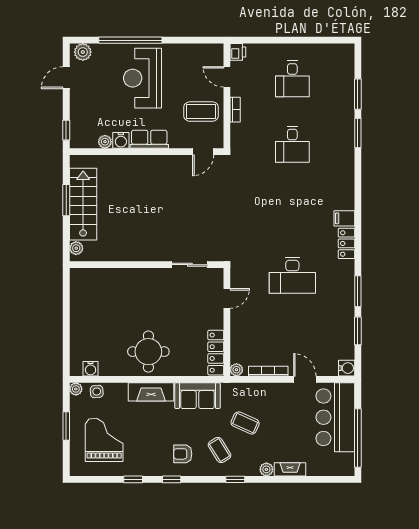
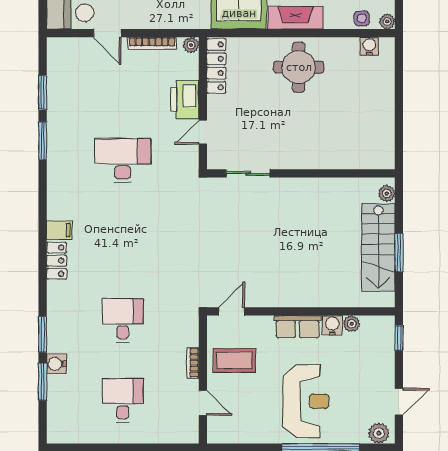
printer: (238, 52) -> (185, 100), moved, width x1.87, depth x1.48
locker: (346, 243) -> (57, 261), moved
water cooler: (347, 368) -> (56, 364), moved

